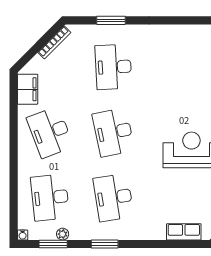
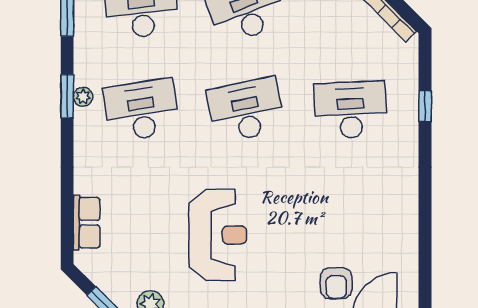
window: (111, 20) -> (425, 106), width x0.67
plant: (63, 234) -> (83, 97), moved

